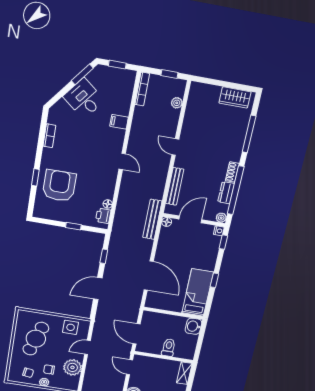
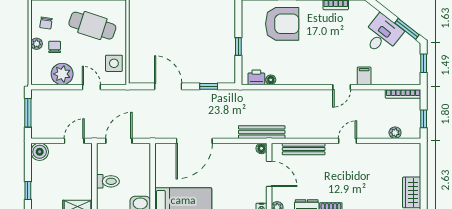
door: (122, 161) -> (342, 87), moved

